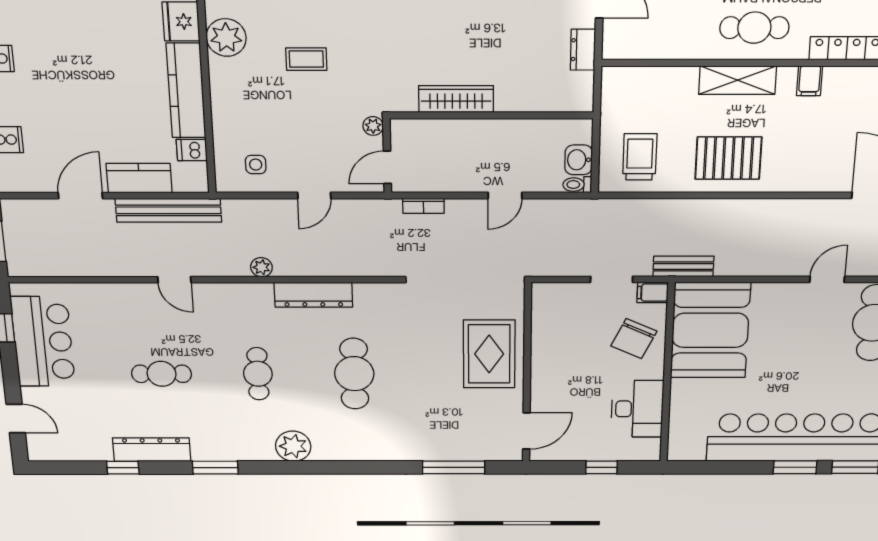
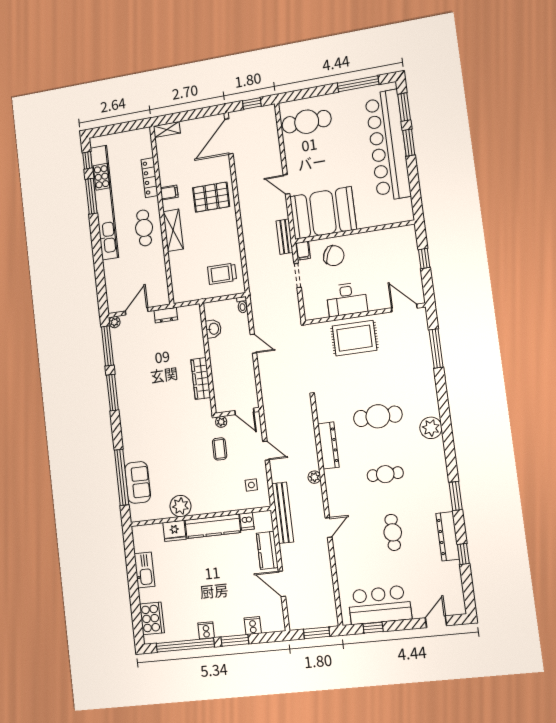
coffee table: (306, 59) -> (220, 449), moved
pallet: (728, 158) -> (211, 197), moved, turned 90
washbasin: (579, 160) -> (213, 329), moved, turned -90
bookcase: (424, 206) -> (265, 388), removed
bench: (168, 210) -> (283, 513), moved
door: (827, 279) -> (286, 184), moved
desk: (637, 409) -> (347, 299), moved, turned 180
plant: (293, 446) -> (431, 428), moved

